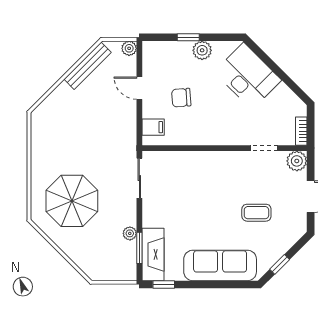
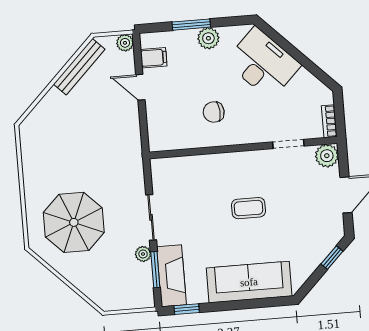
window: (188, 37) -> (191, 25), width x1.50
chair: (181, 98) -> (214, 112), moved
filing cabinet: (153, 127) -> (154, 58), moved
sliding door: (139, 178) -> (151, 217), moved
coffee table: (256, 213) -> (248, 208), moved
window: (280, 264) -> (332, 258), moved

